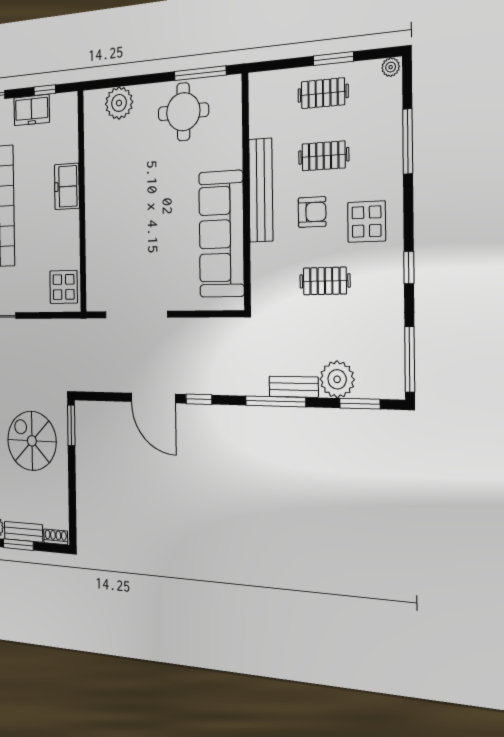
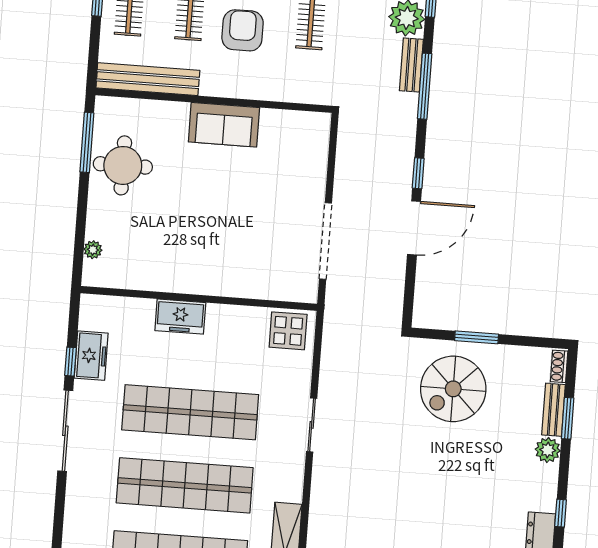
window: (45, 90) -> (70, 362), moved
plant: (119, 103) -> (93, 250), width x0.53, depth x0.53
bench: (261, 190) -> (148, 79), moved
armchair: (312, 212) -> (243, 30), width x1.38, depth x1.38
sofa: (221, 234) -> (224, 125), width x0.54, depth x0.79
window: (71, 425) -> (477, 337), moved

